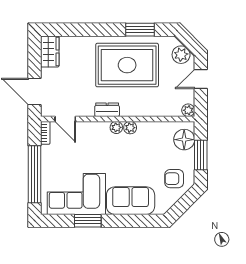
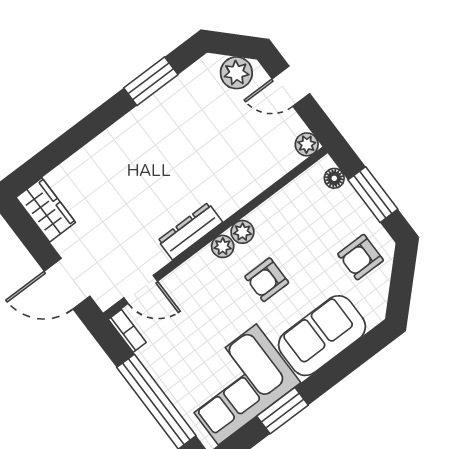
rug: (127, 65) -> (171, 146), removed
door: (201, 79) -> (291, 86), hinge flipped
dresser: (107, 110) -> (190, 231), width x1.44
floor lamp: (184, 140) -> (334, 178), width x0.53, depth x0.53
armchair: (125, 157) -> (267, 280), added

